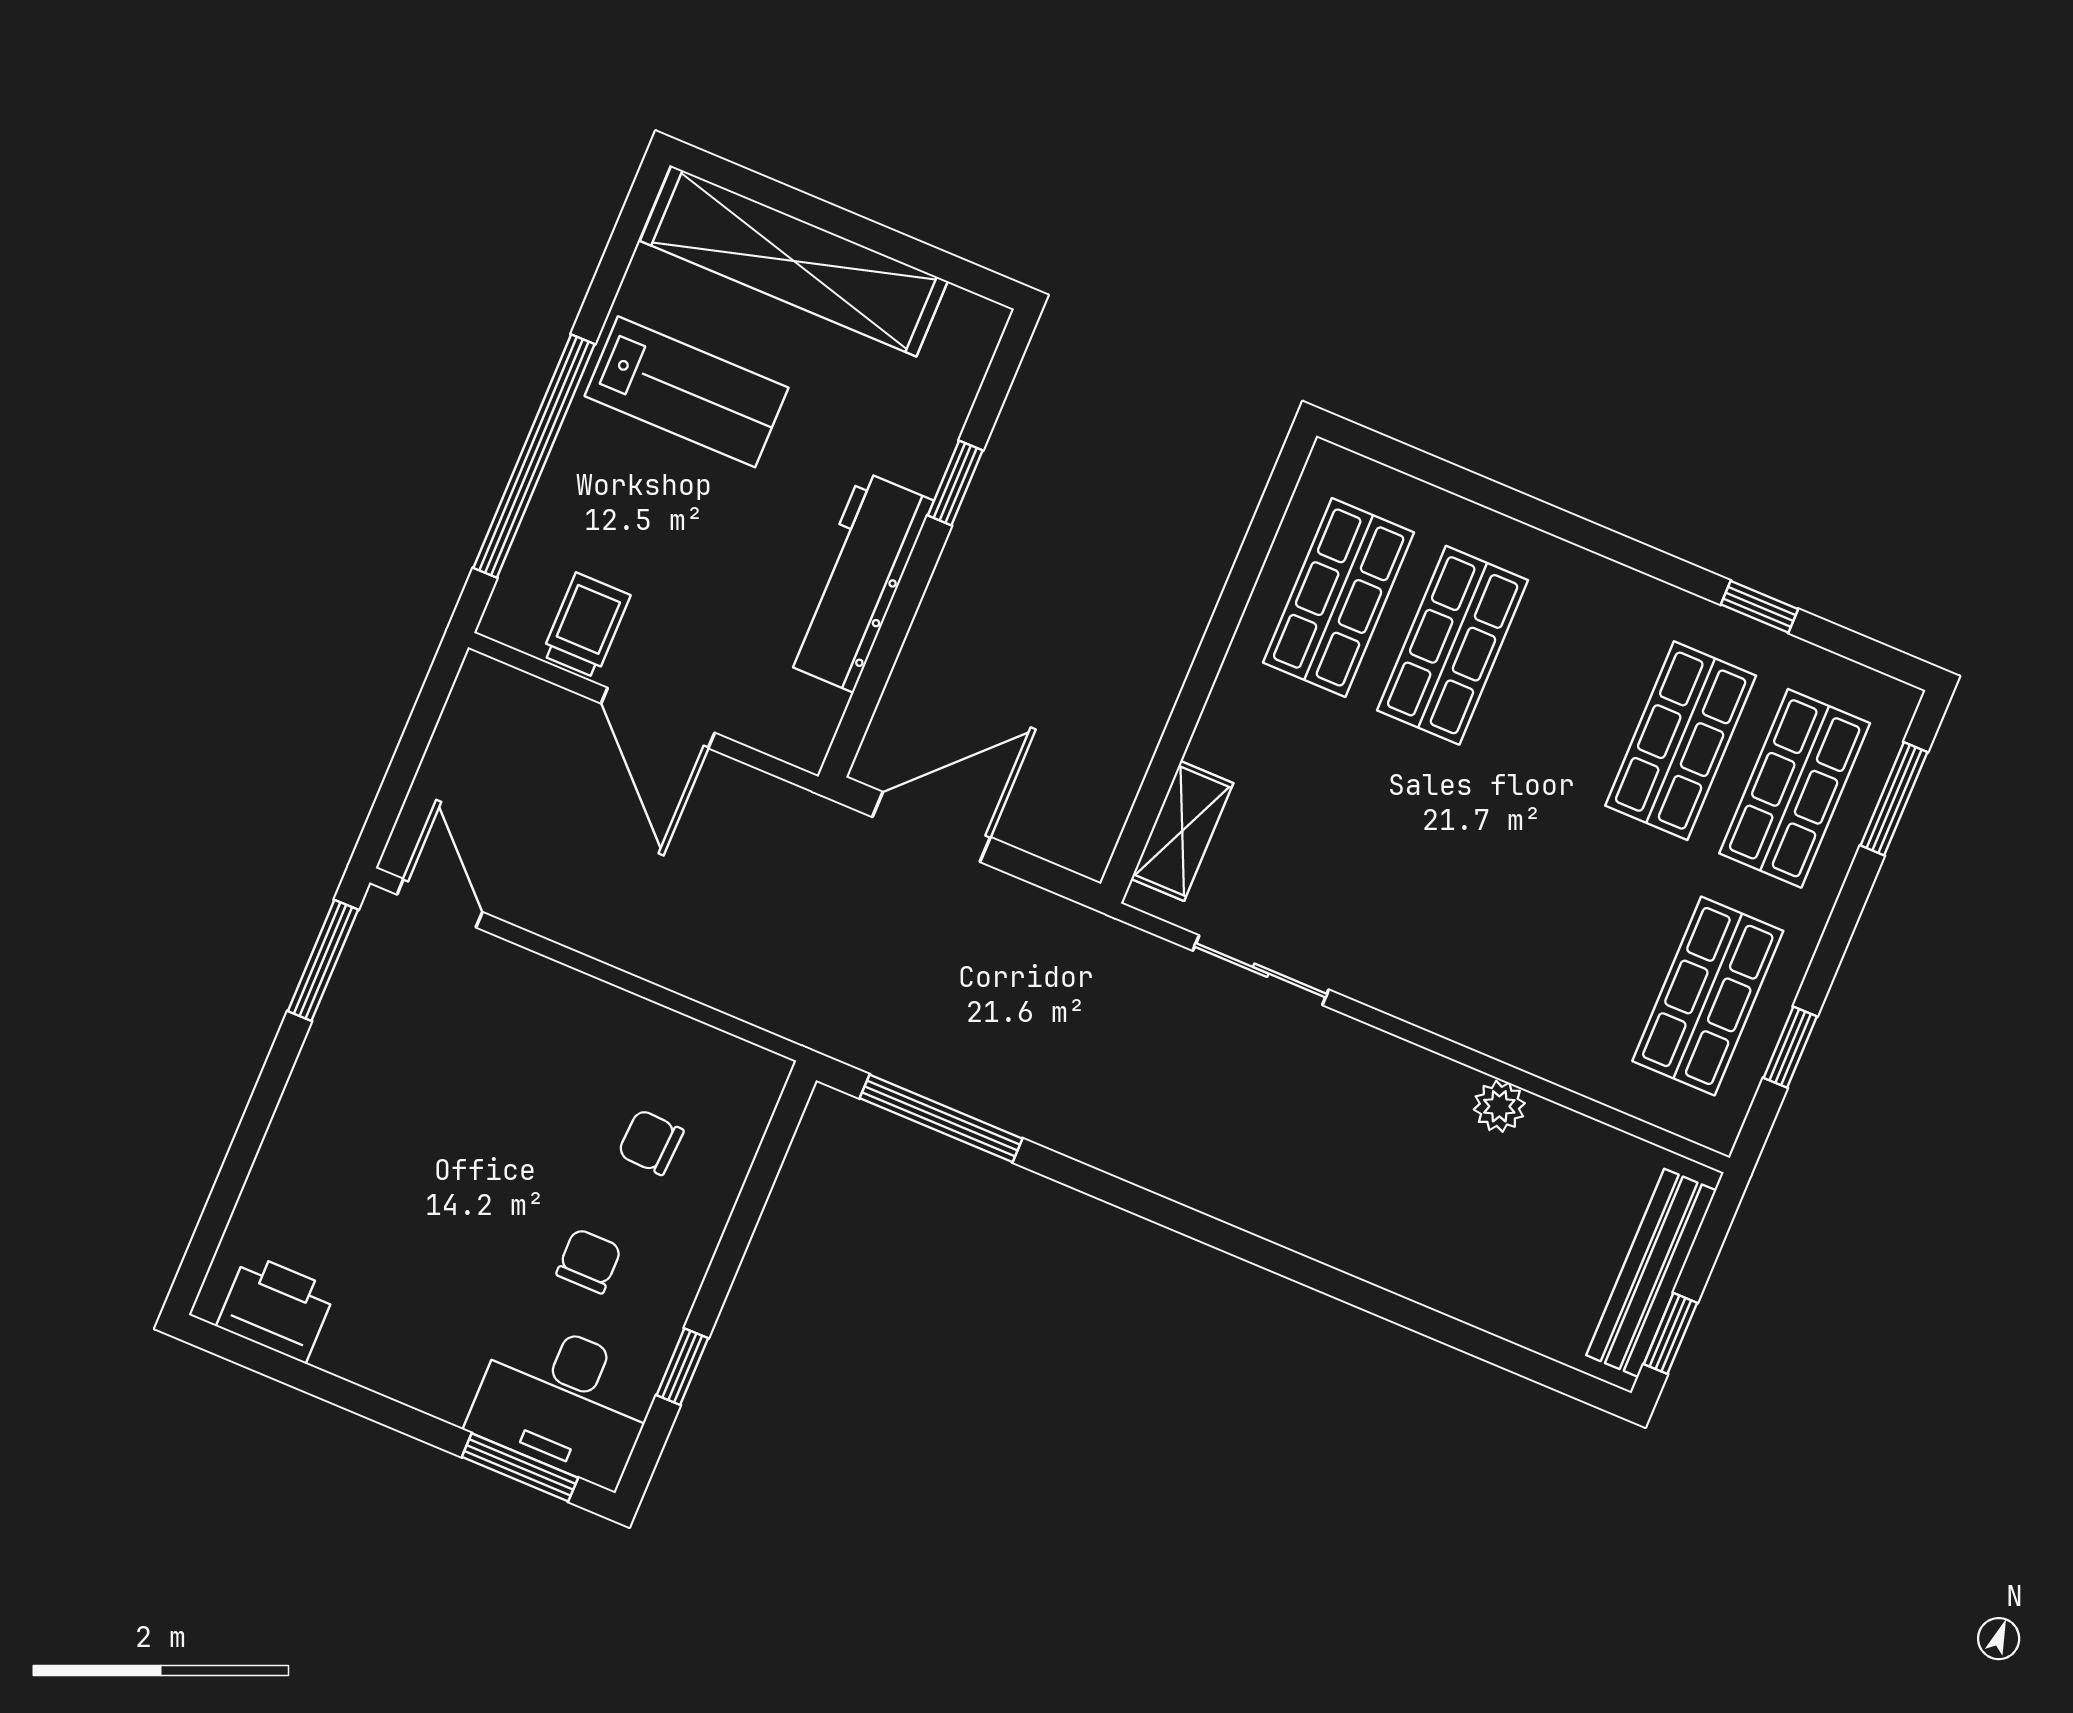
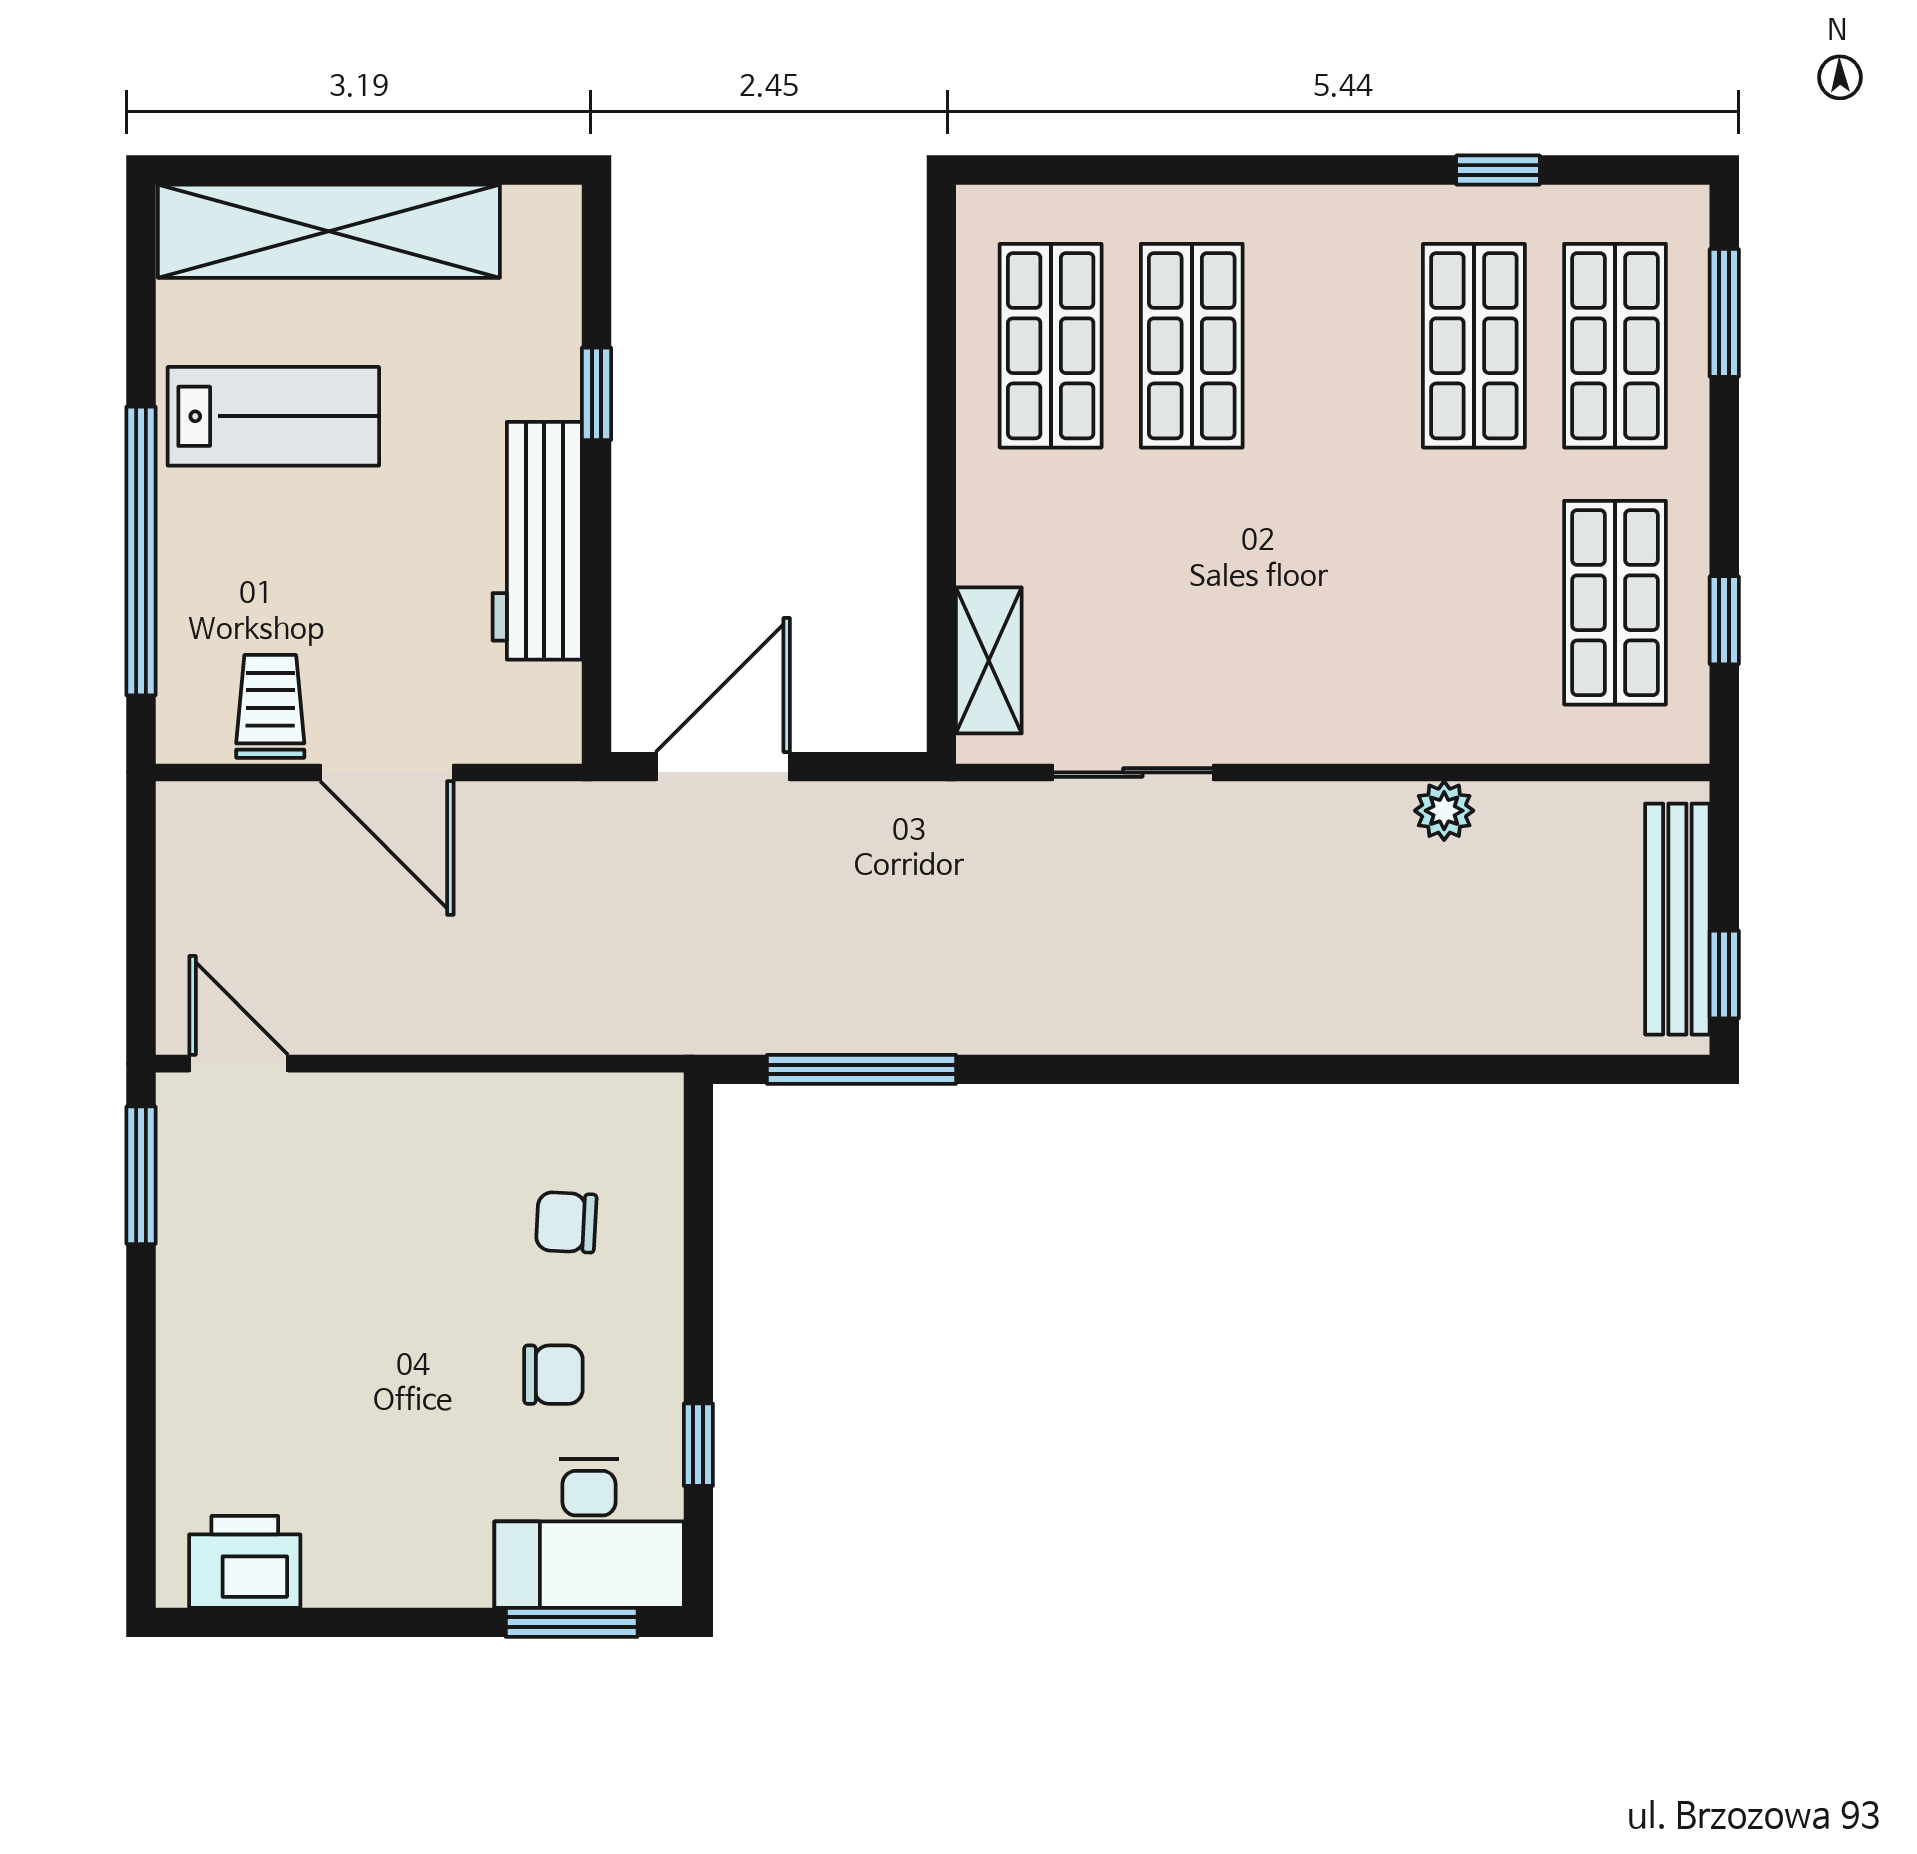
chair: (589, 1261) -> (553, 1375), turned 90

